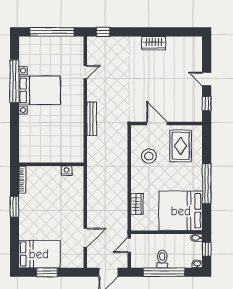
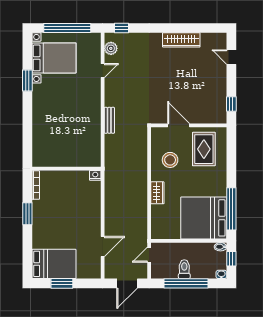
wardrobe: (154, 43) -> (181, 40), width x1.50
plant: (93, 51) -> (111, 48), added
door: (207, 79) -> (231, 57), moved
window: (14, 81) -> (27, 80), width x0.47
bed with nightstands: (40, 90) -> (54, 58), moved
bench: (92, 119) -> (109, 120), width x0.73
nightstand: (67, 171) -> (95, 175), moved
window: (207, 184) -> (231, 209), moved
wardrobe: (137, 204) -> (157, 193), moved

